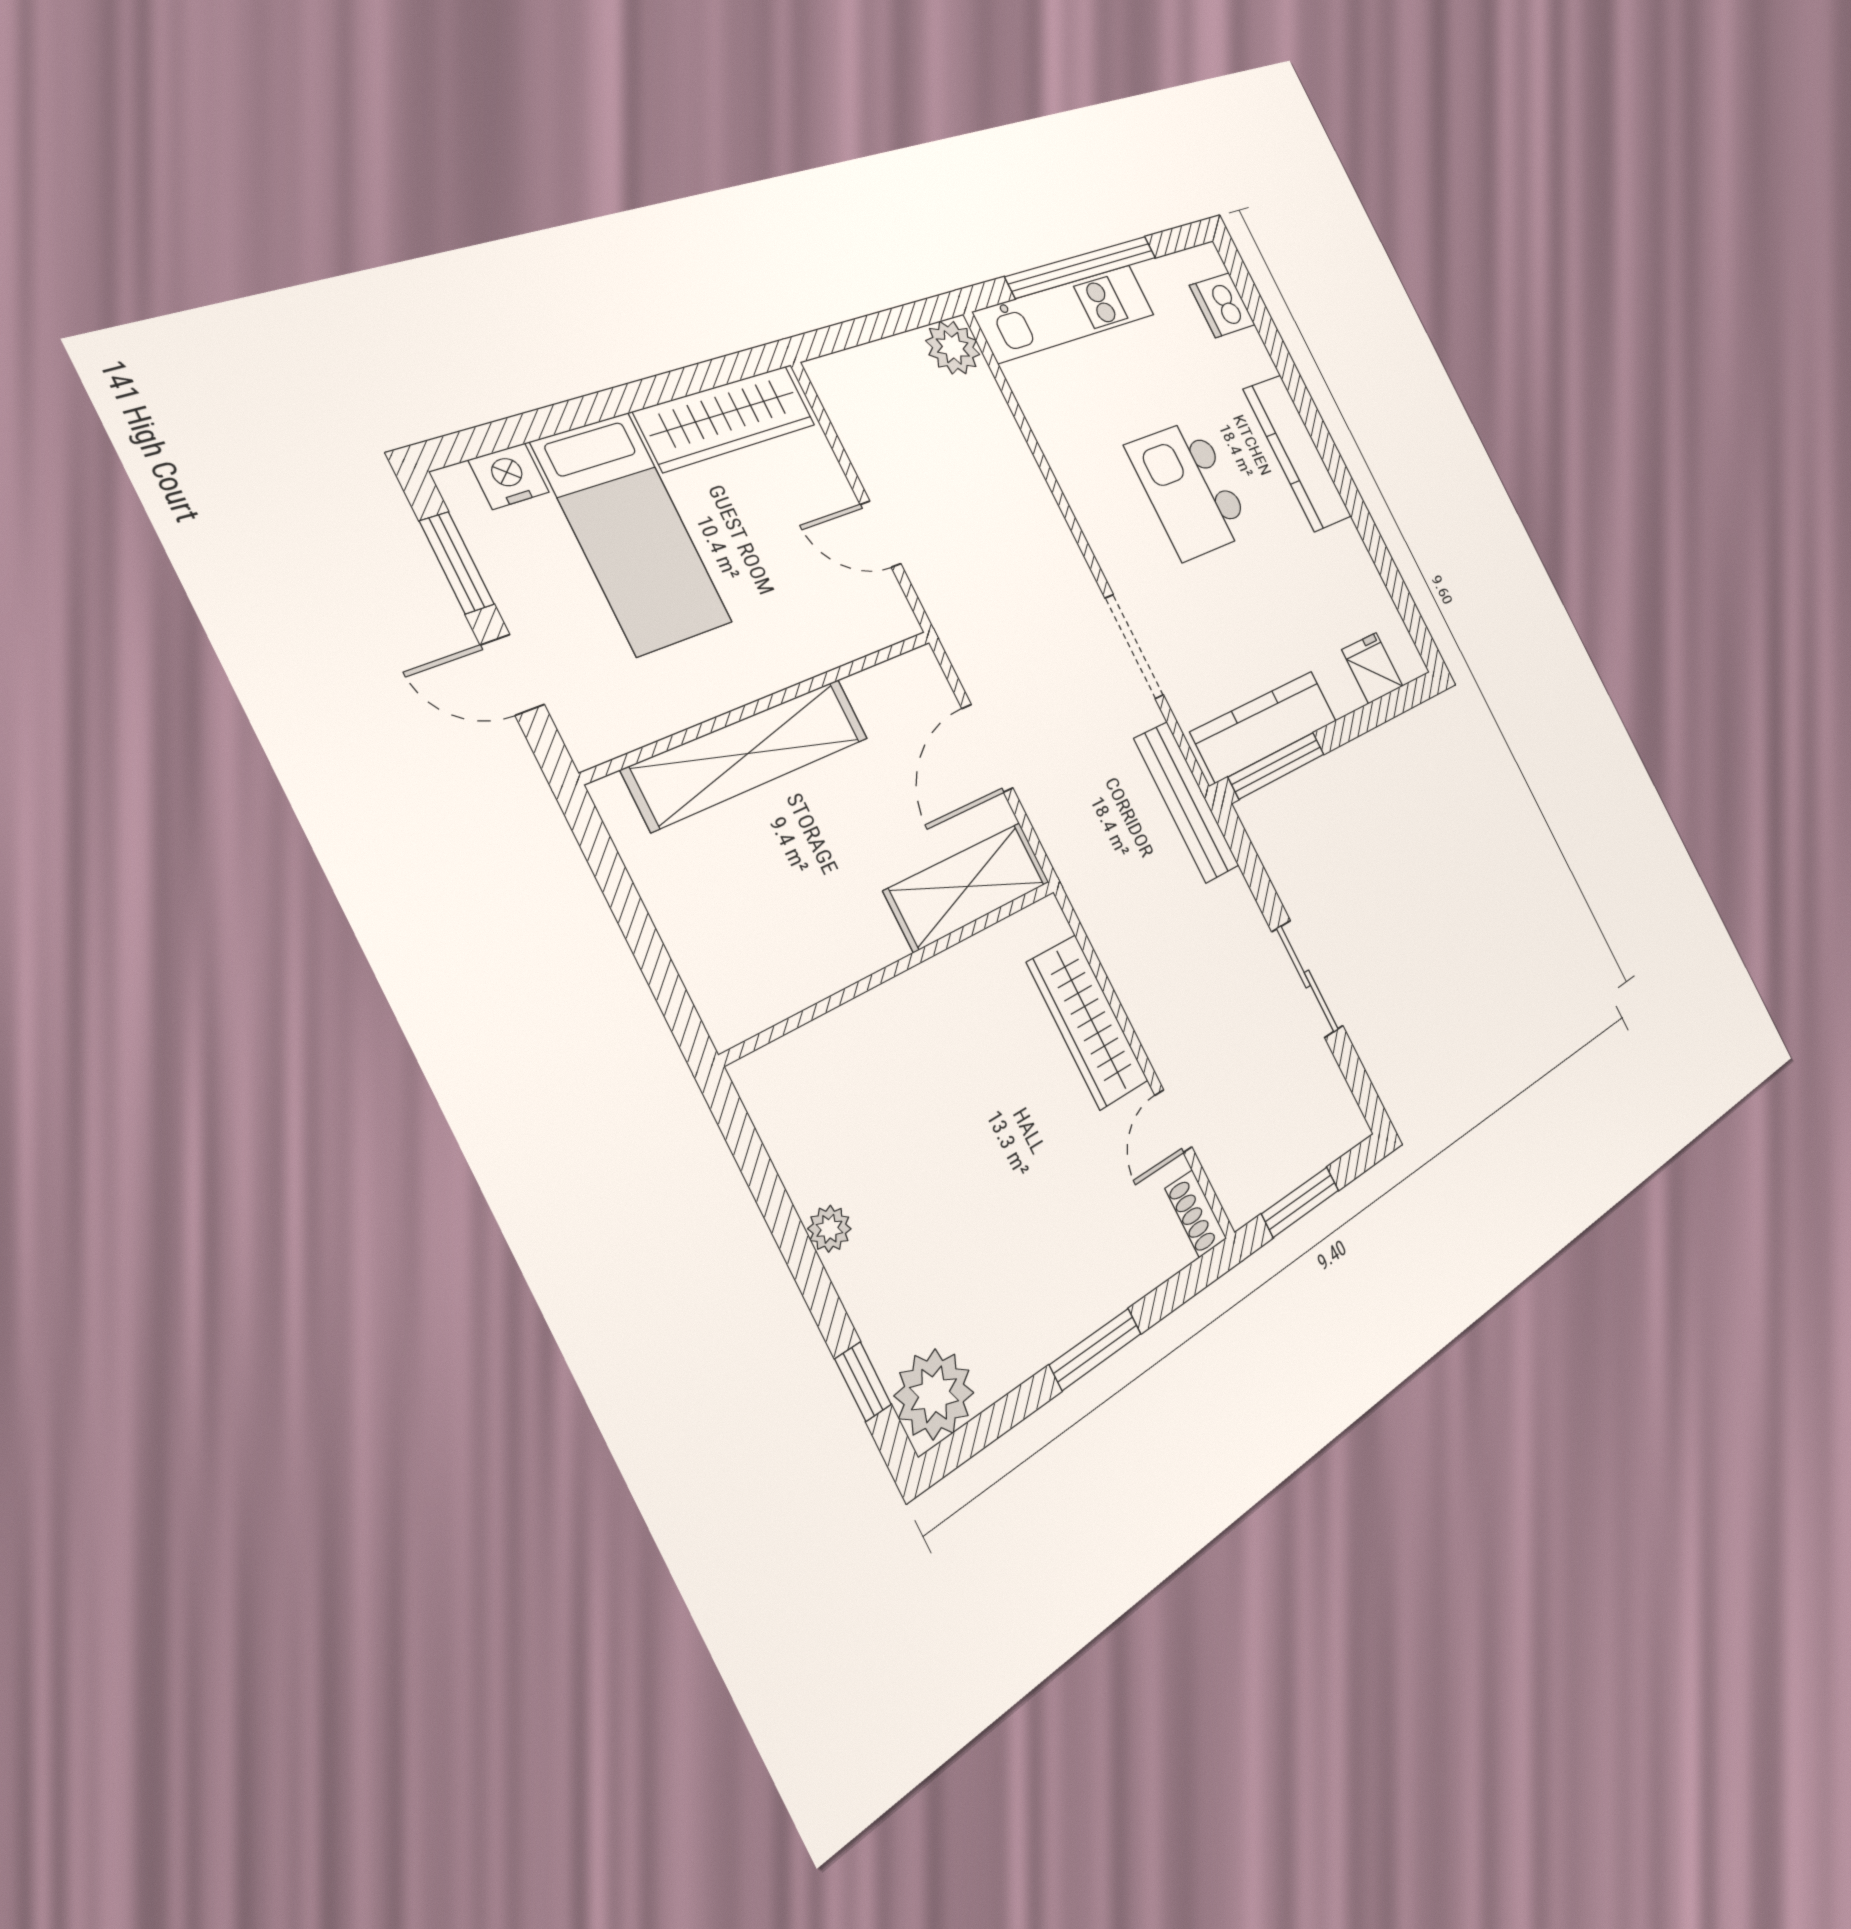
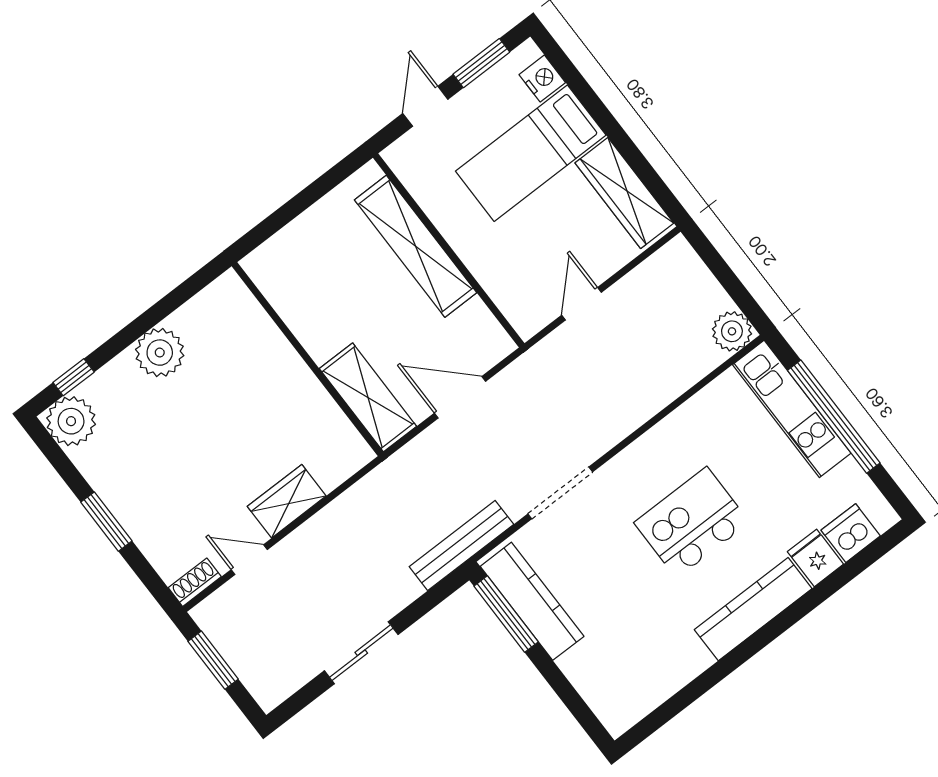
fridge: (1372, 668) -> (815, 558), moved, turned -90
wardrobe: (1087, 1022) -> (287, 501), width x0.67
plant: (829, 1229) -> (160, 353), width x1.87, depth x1.87

